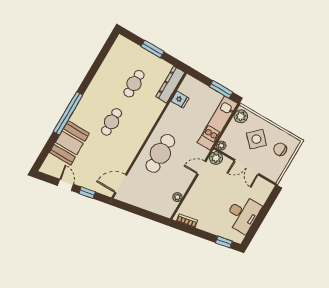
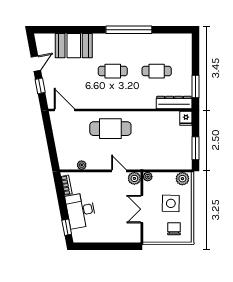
window: (152, 49) -> (195, 87), moved
fridge: (180, 100) -> (186, 118), moved
window: (68, 113) -> (129, 30), moved
kitchen unit: (217, 123) -> (165, 162), removed
side table: (256, 139) -> (171, 203), turned 45
desk: (243, 214) -> (81, 210), moved, turned 79

